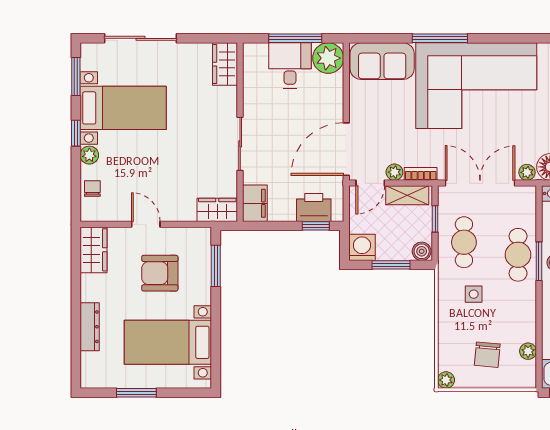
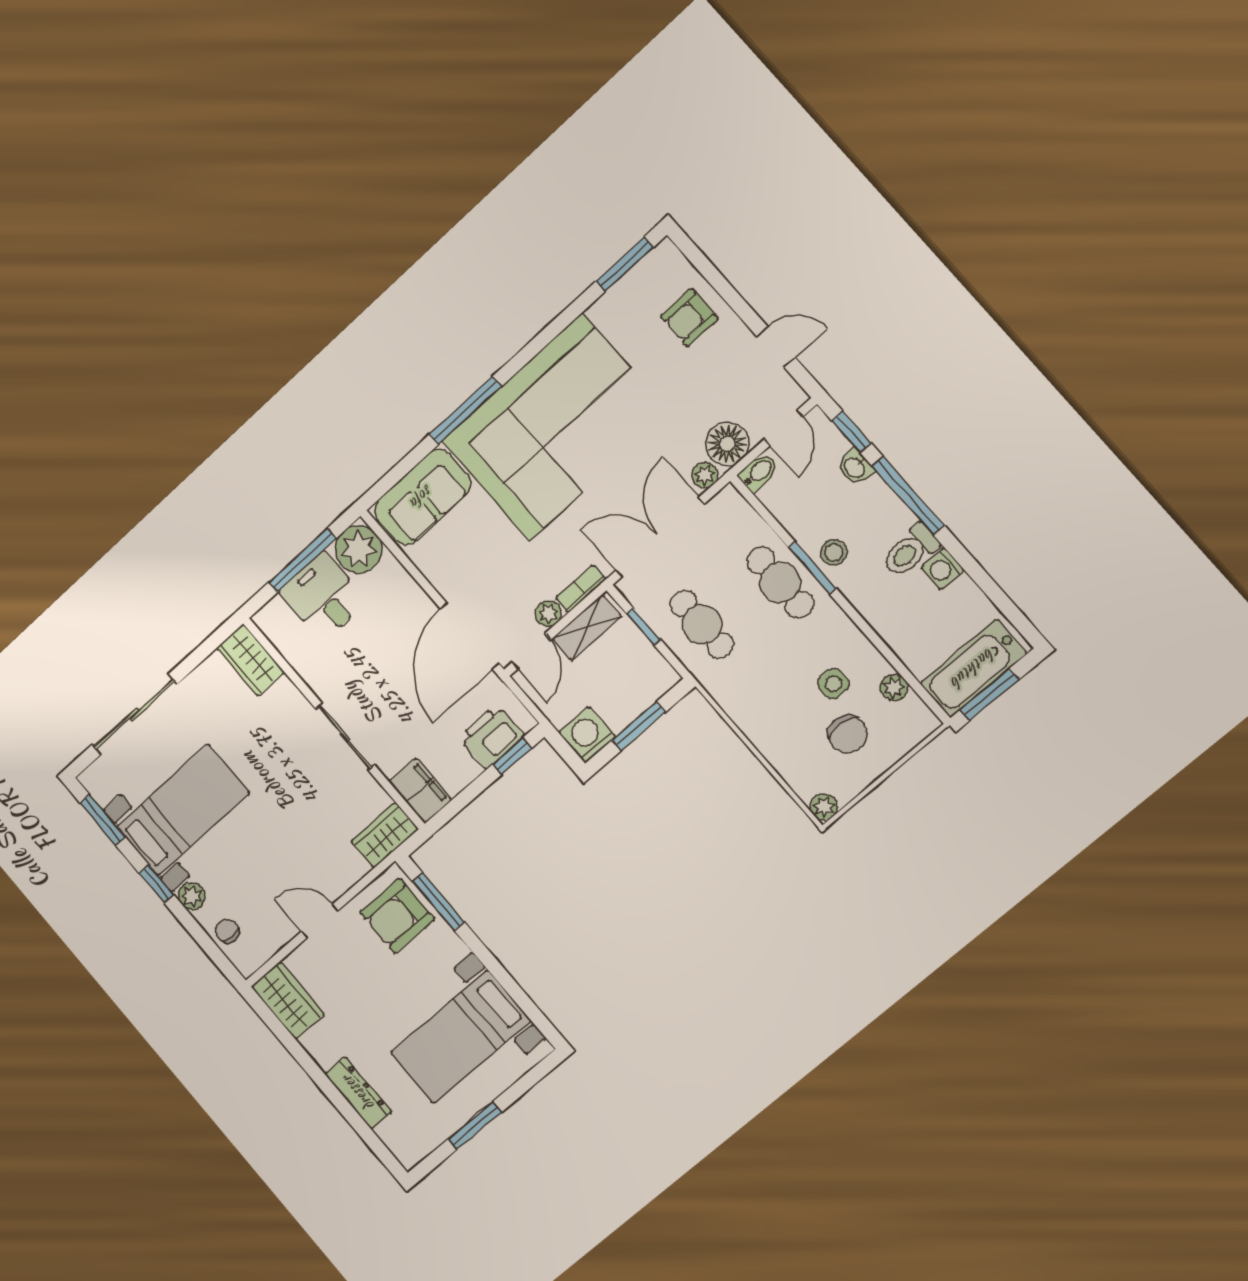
boiler: (422, 251) -> (661, 679), removed
armchair: (160, 273) -> (397, 916), moved
side table: (474, 294) -> (833, 684), moved

